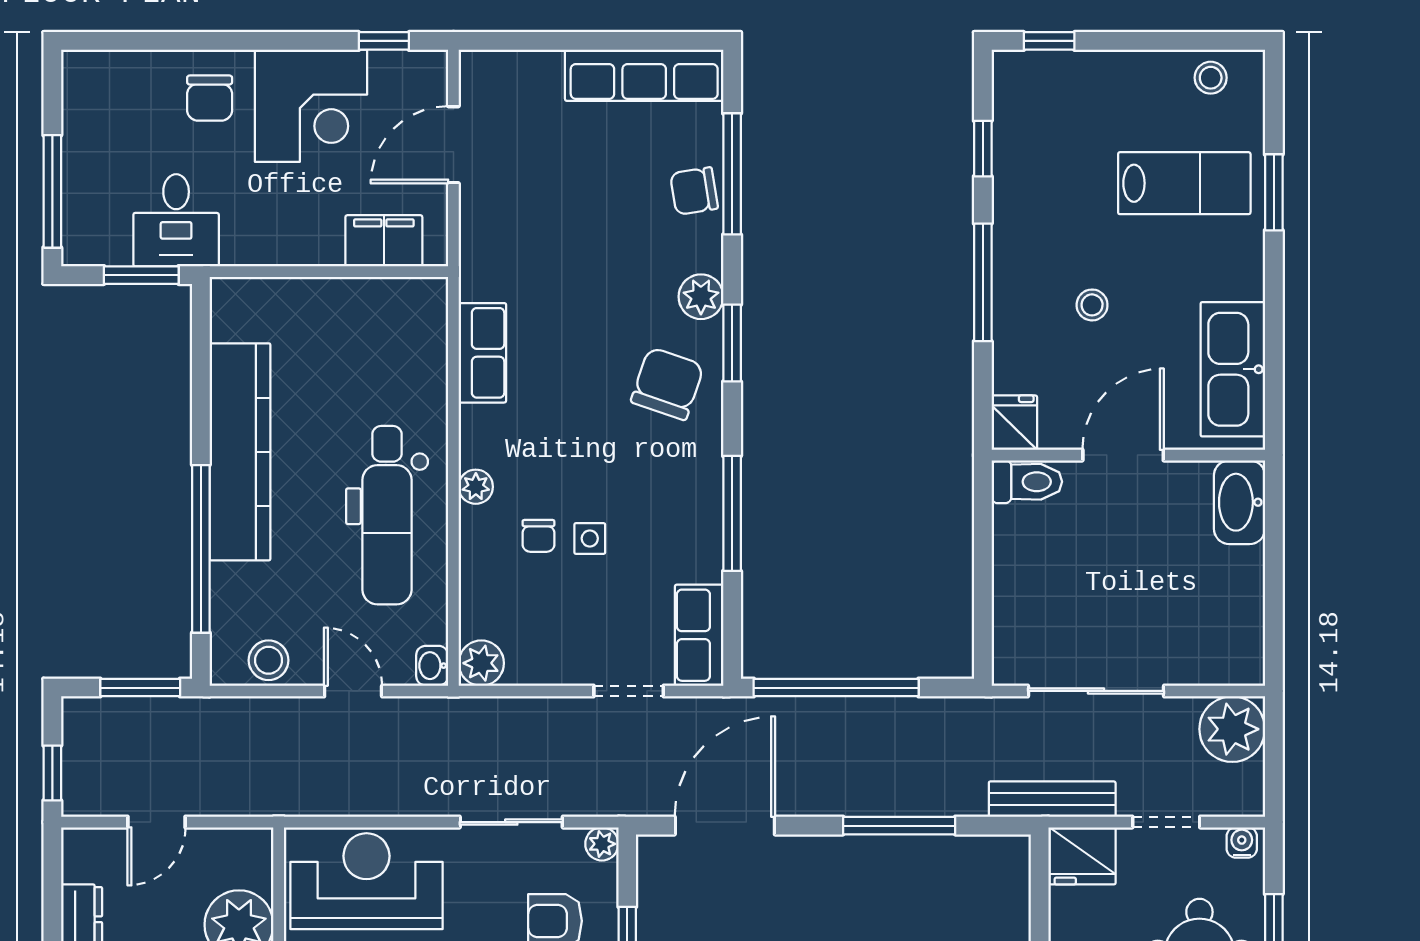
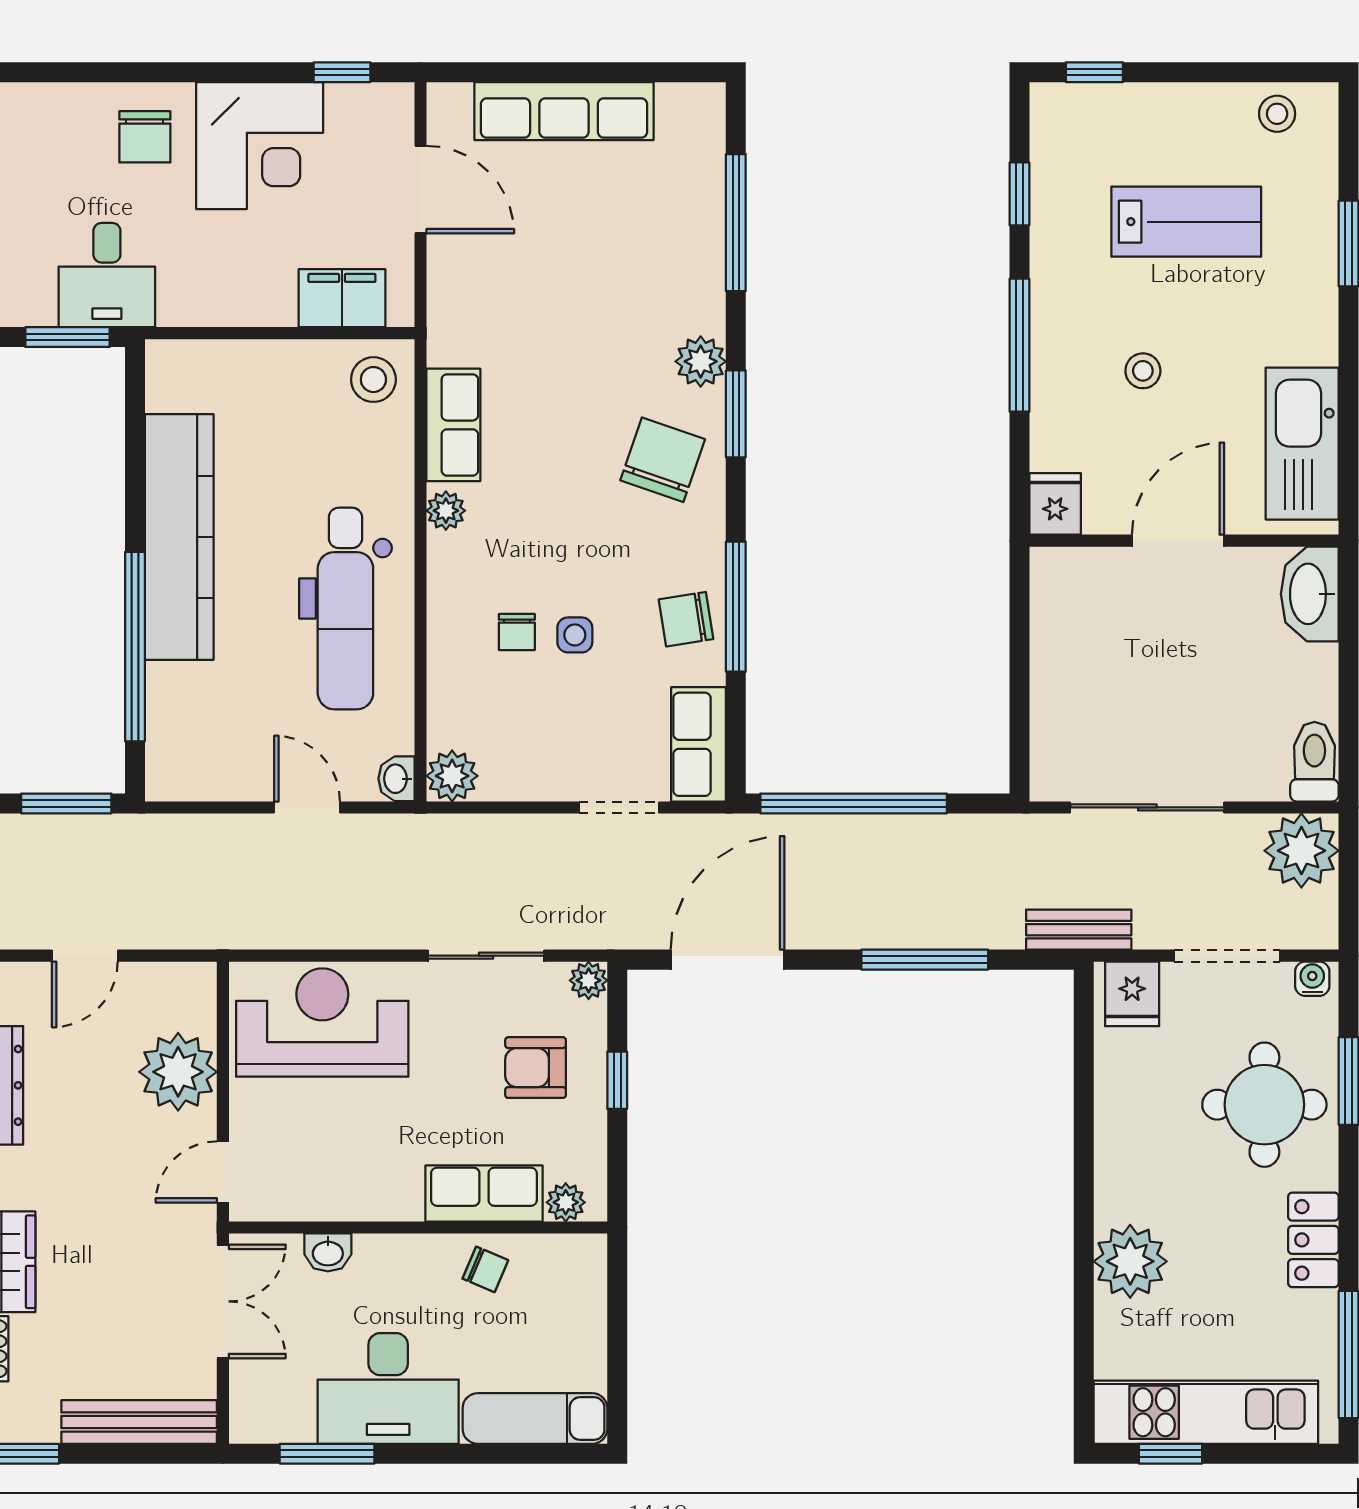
row of seats: (644, 75) -> (564, 111), moved
door: (453, 145) -> (421, 190), swing flipped
lab bench: (1184, 183) -> (1186, 222), moved
chair: (694, 191) -> (686, 619), moved
toilet: (1027, 482) -> (1314, 762), moved, turned -90
plant: (476, 487) -> (446, 511), moved
stool: (269, 660) -> (373, 380), moved
bench: (1052, 799) -> (1079, 930), width x0.73
doorway: (1166, 822) -> (1227, 956), width x1.38
fridge: (1082, 856) -> (1132, 994), width x0.72

